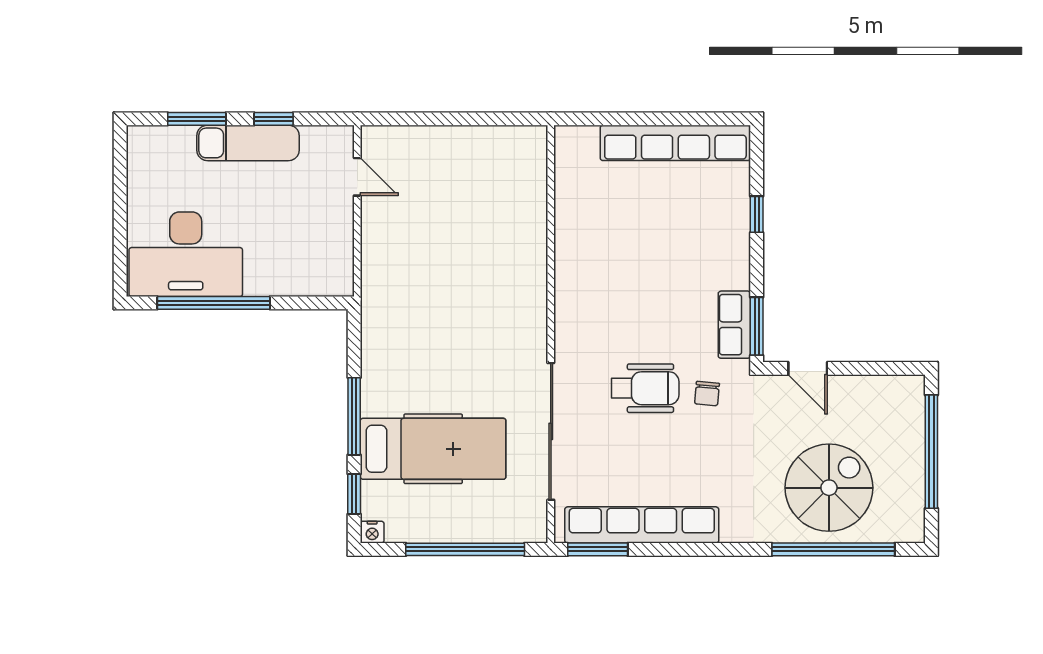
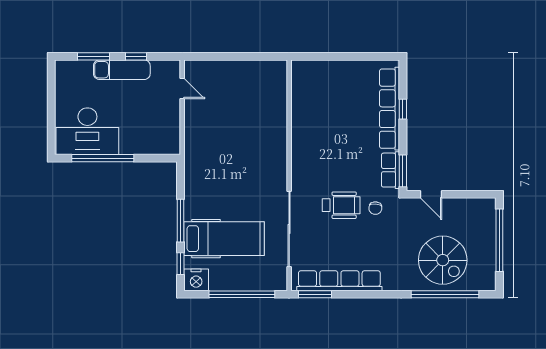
row of seats: (675, 143) -> (390, 109), moved, turned 90
spiral stairs: (829, 488) -> (443, 260), turned 90
nightstand: (372, 532) -> (196, 280), width x1.89, depth x1.79

